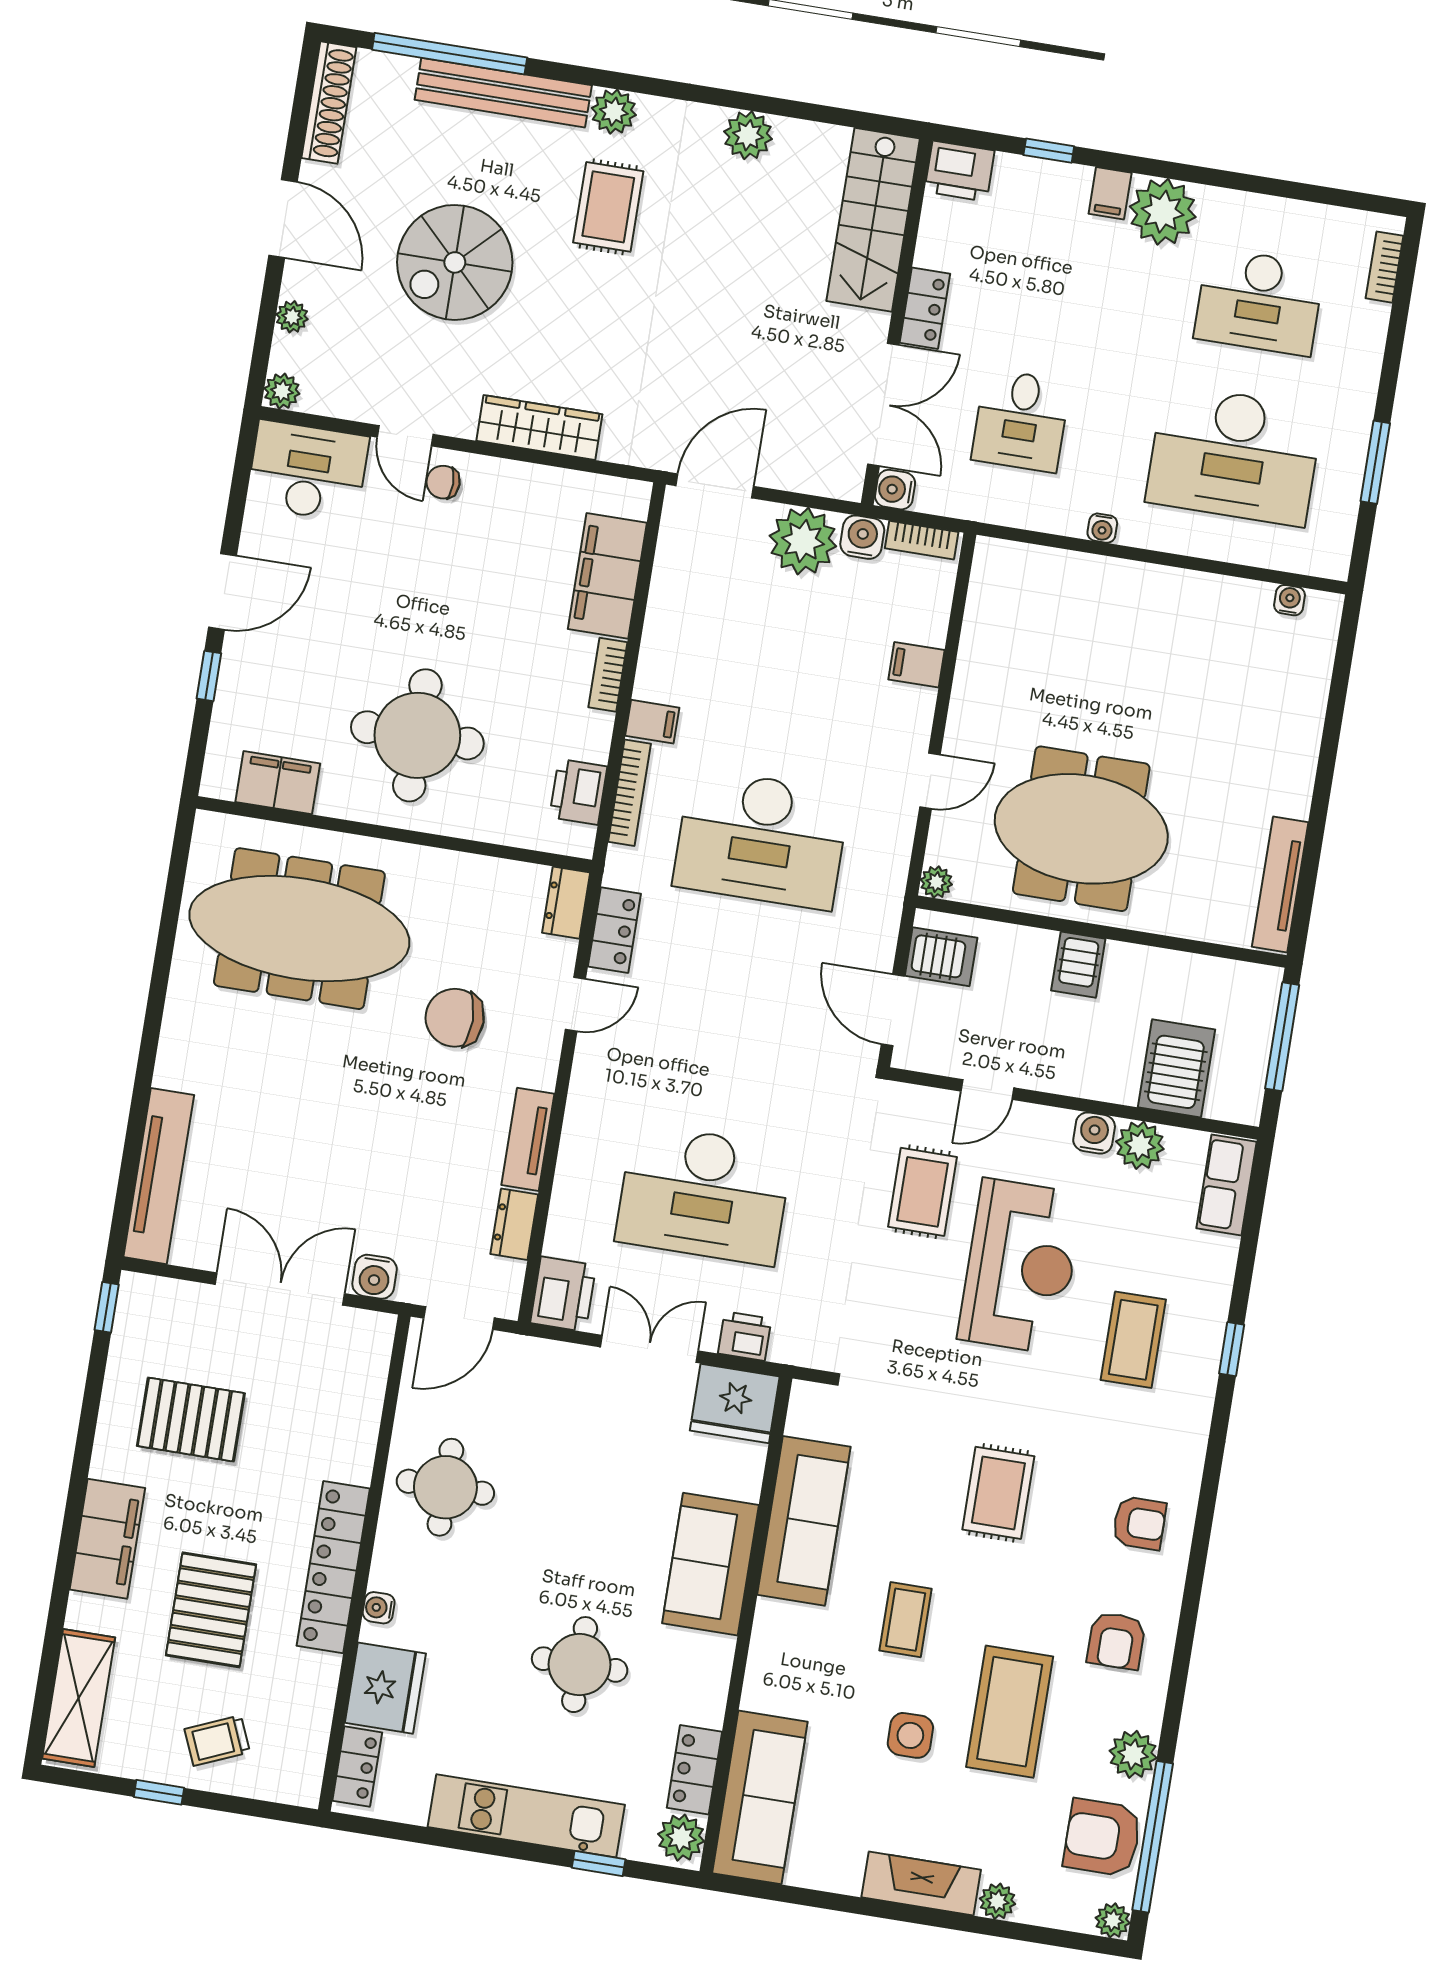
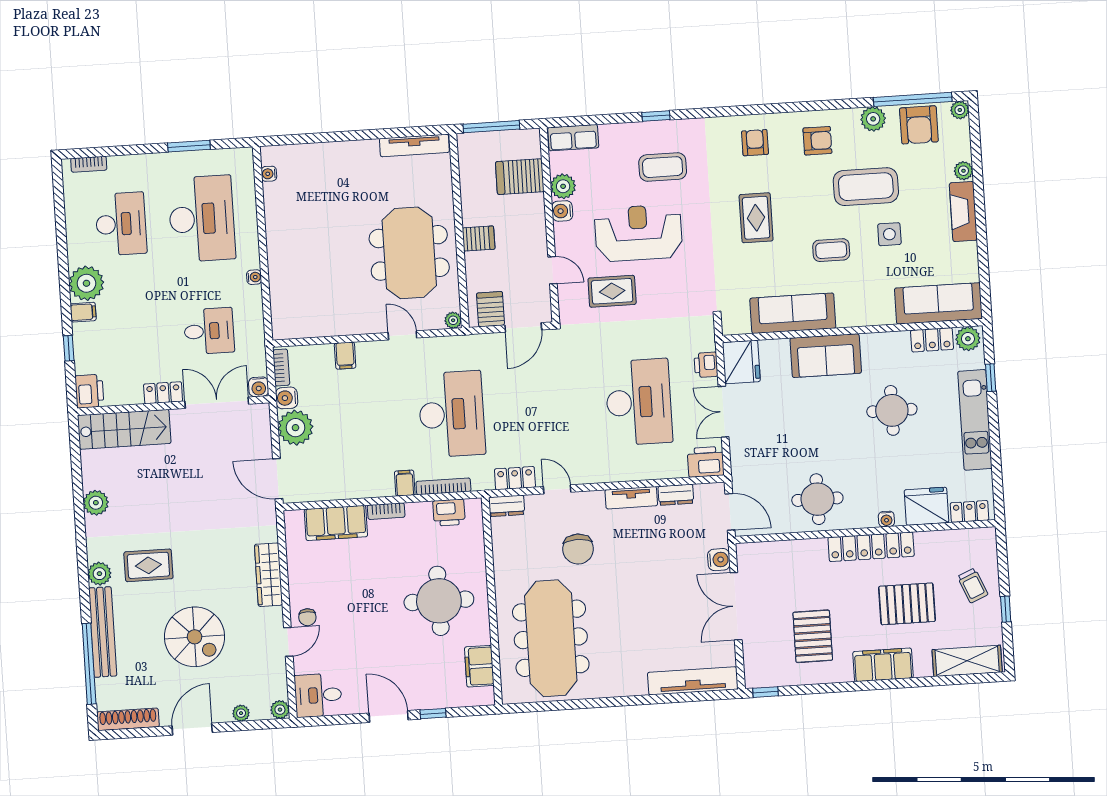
desk: (308, 471) -> (318, 695), width x0.73
rug: (998, 1493) -> (756, 218), turned 90

